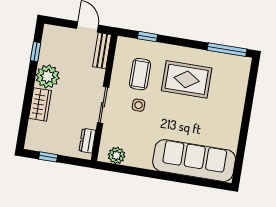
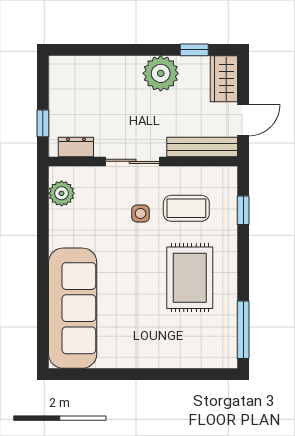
bench: (102, 51) -> (202, 147), width x1.36
wardrobe: (40, 104) -> (224, 79), moved, turned 90
window: (48, 157) -> (43, 123), moved

